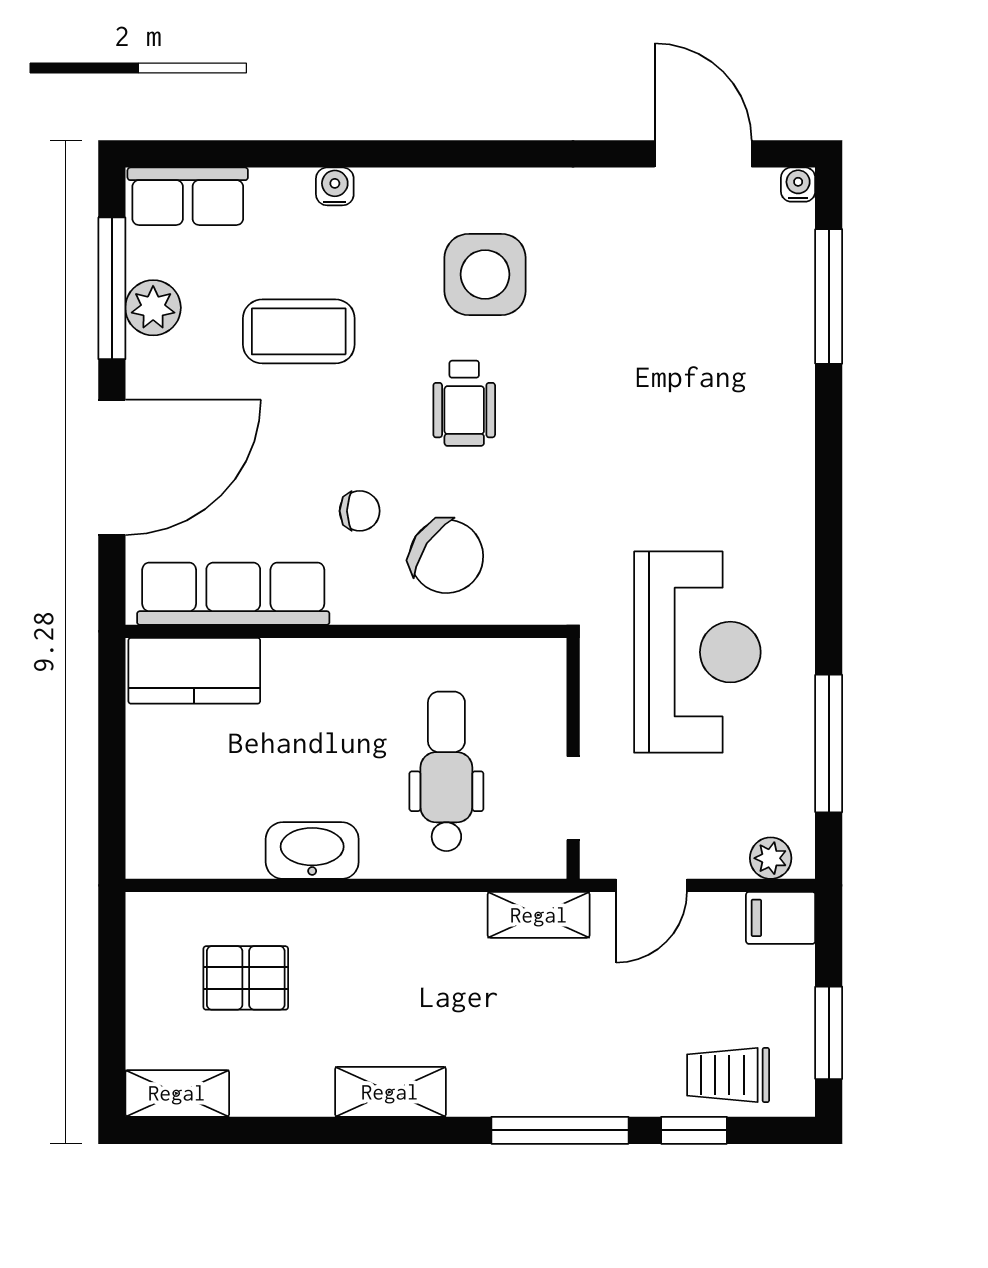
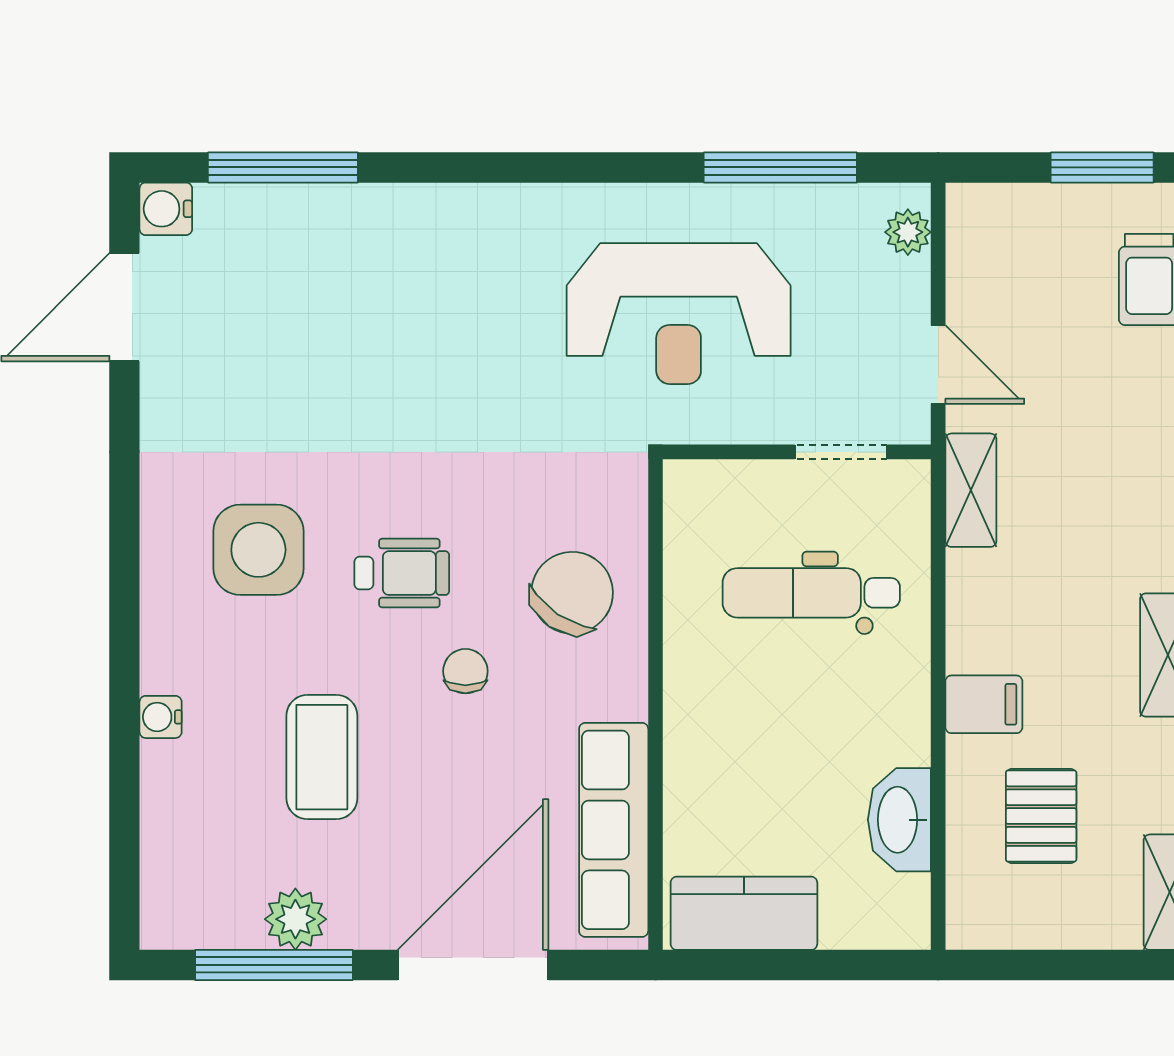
water cooler: (798, 185) -> (166, 209), width x1.38, depth x1.38
row of seats: (188, 196) -> (172, 881), removed
door: (112, 467) -> (473, 965), hinge flipped
chair: (360, 511) -> (465, 671), moved
reception desk: (697, 652) -> (679, 314), turned 180
kitchen counter: (194, 671) -> (744, 913), moved, turned -90
washbasin: (312, 851) -> (899, 820), moved
filing cabinet: (781, 918) -> (984, 704), moved, turned -90

